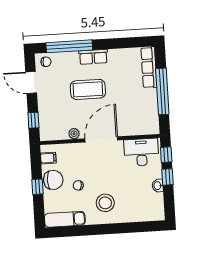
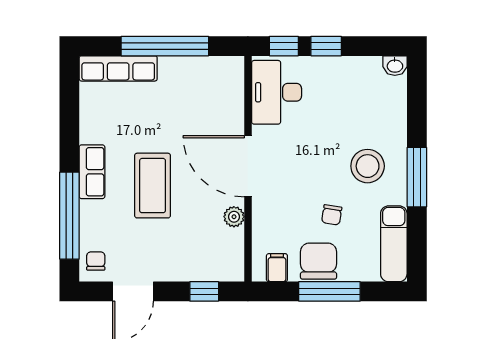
washbasin: (158, 186) -> (395, 66), moved
window: (37, 187) -> (329, 291), width x2.17
window: (101, 229) -> (417, 177), added

